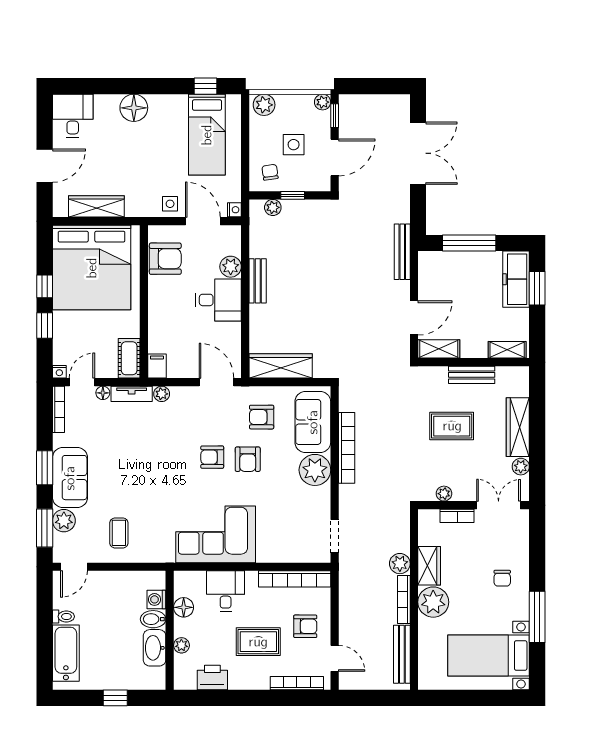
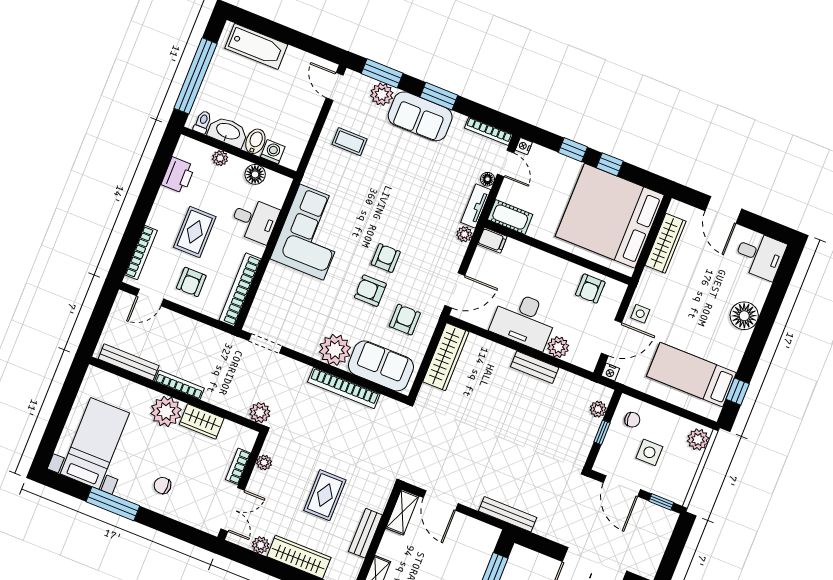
plant: (323, 102) -> (679, 496), removed
armchair: (165, 259) -> (590, 289), width x0.72, depth x0.72
desk: (218, 300) -> (524, 320), width x1.37
plant: (400, 564) -> (260, 413), moved
toilet: (63, 616) -> (203, 122), moved, turned 180
window: (115, 698) -> (196, 76), width x3.17

